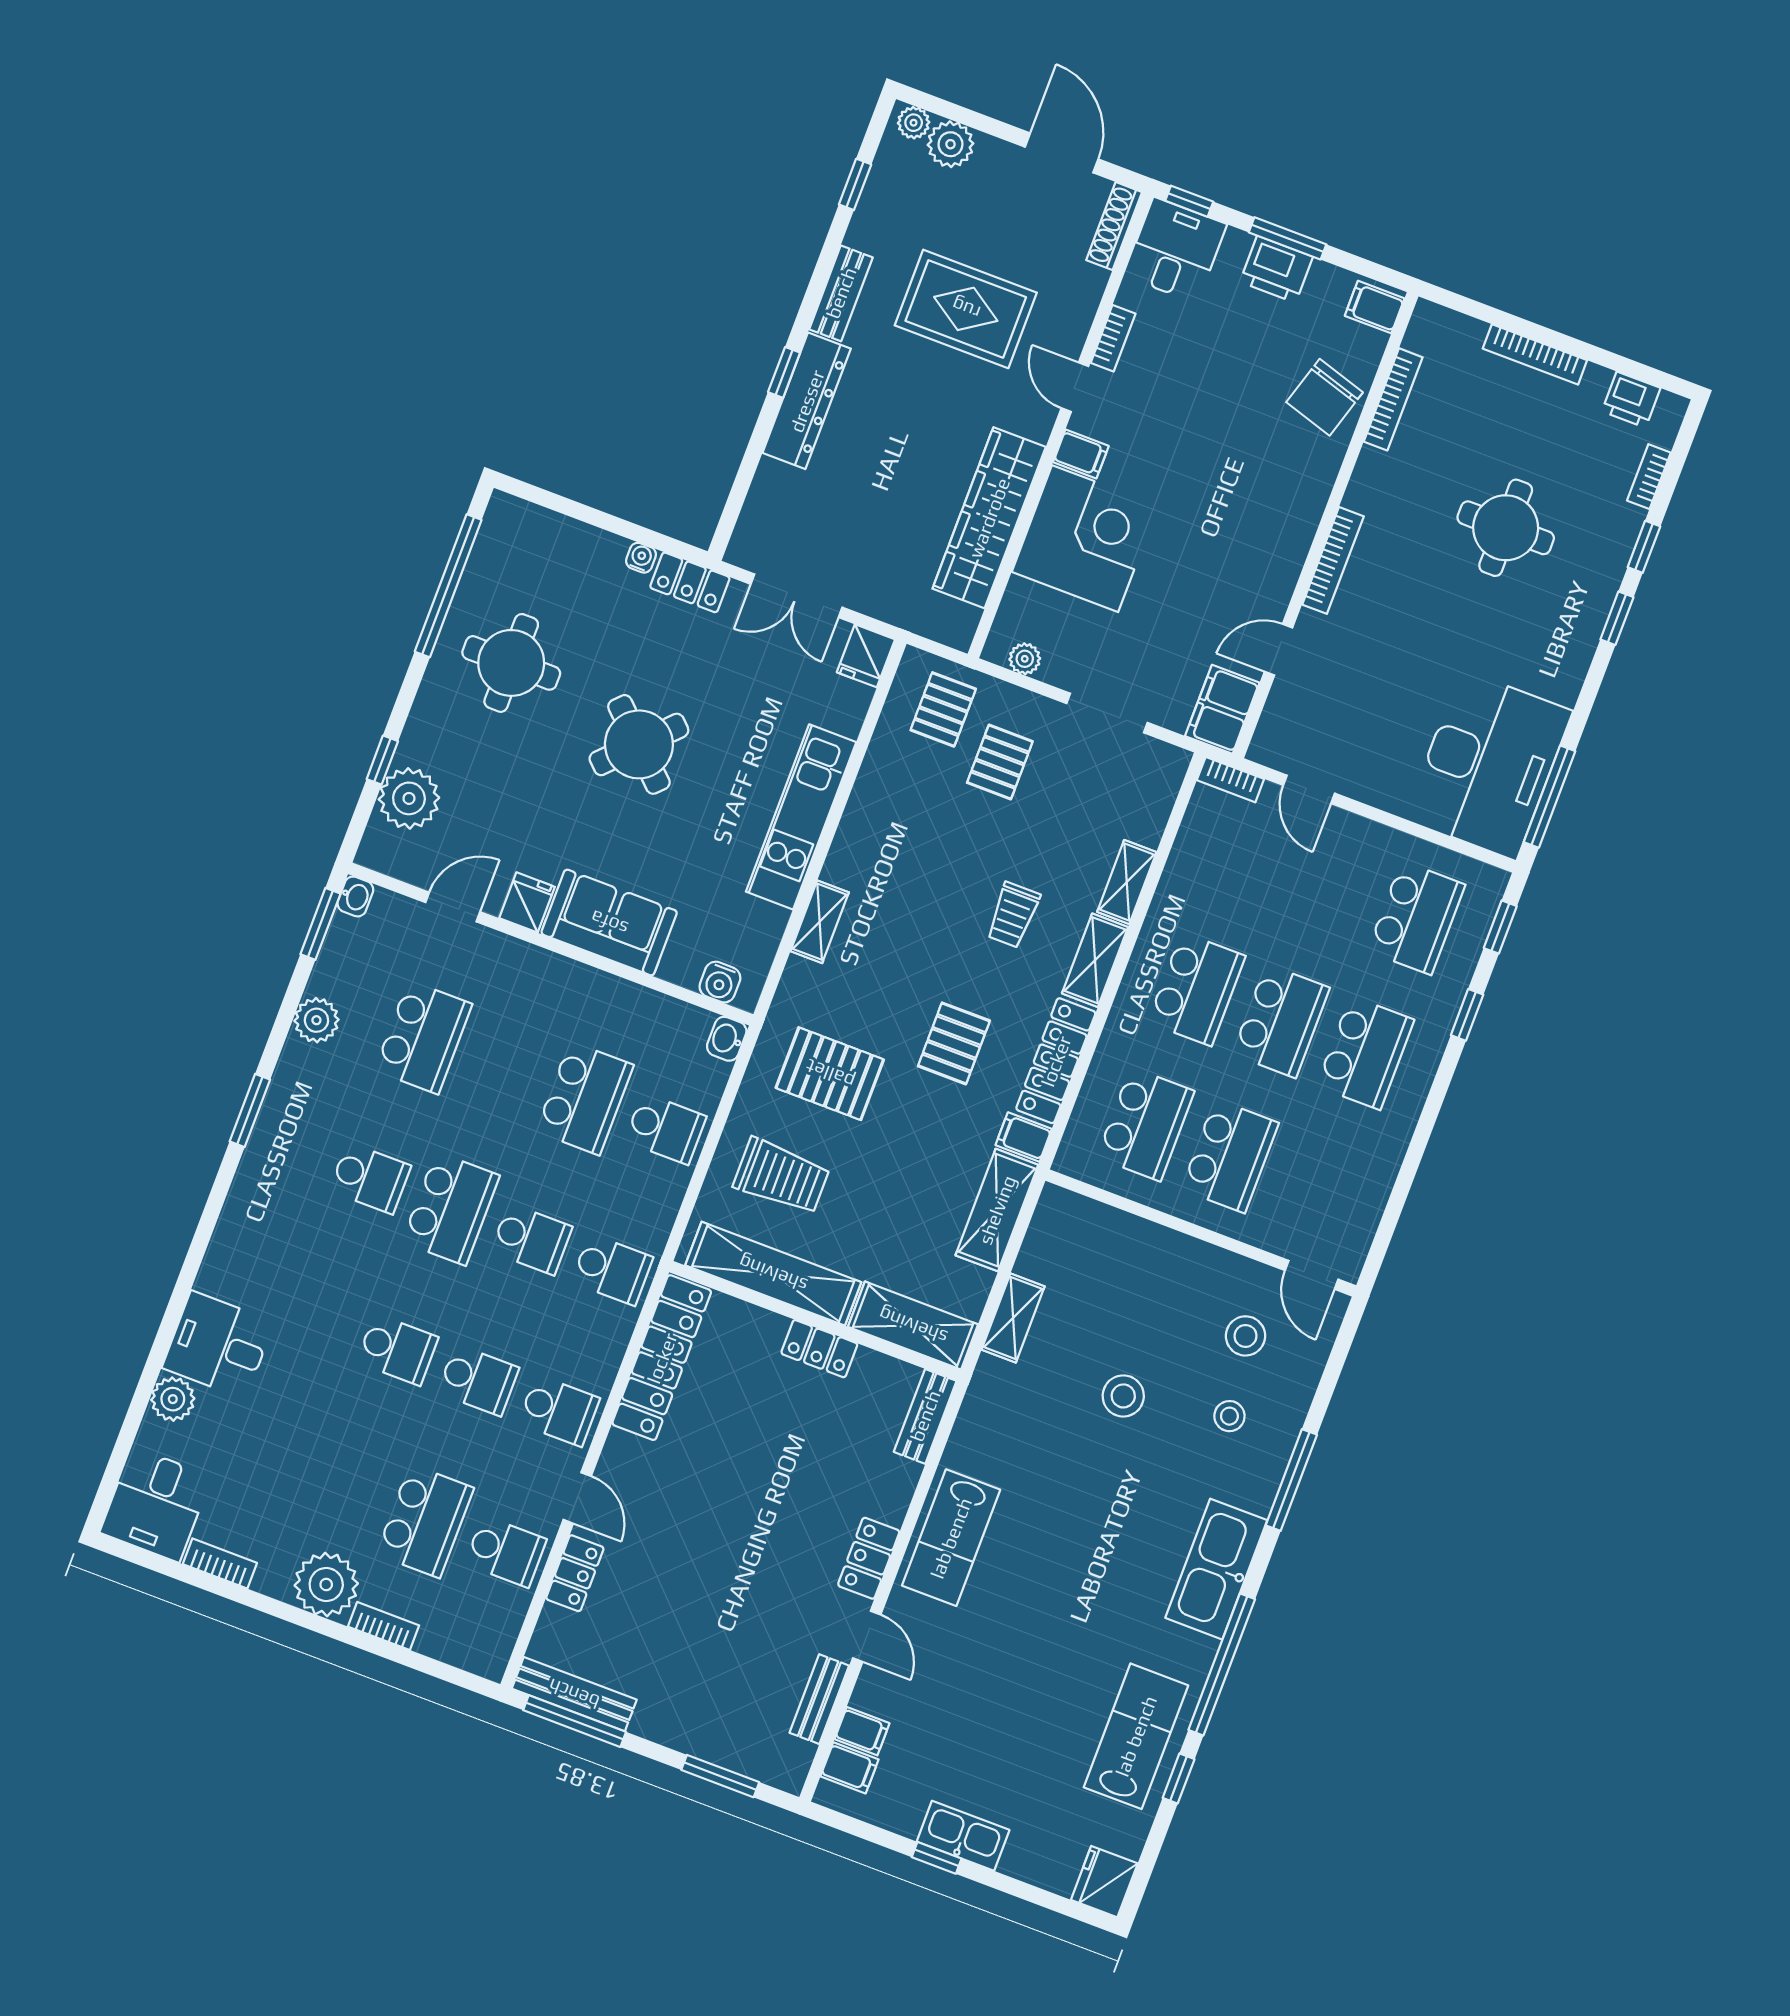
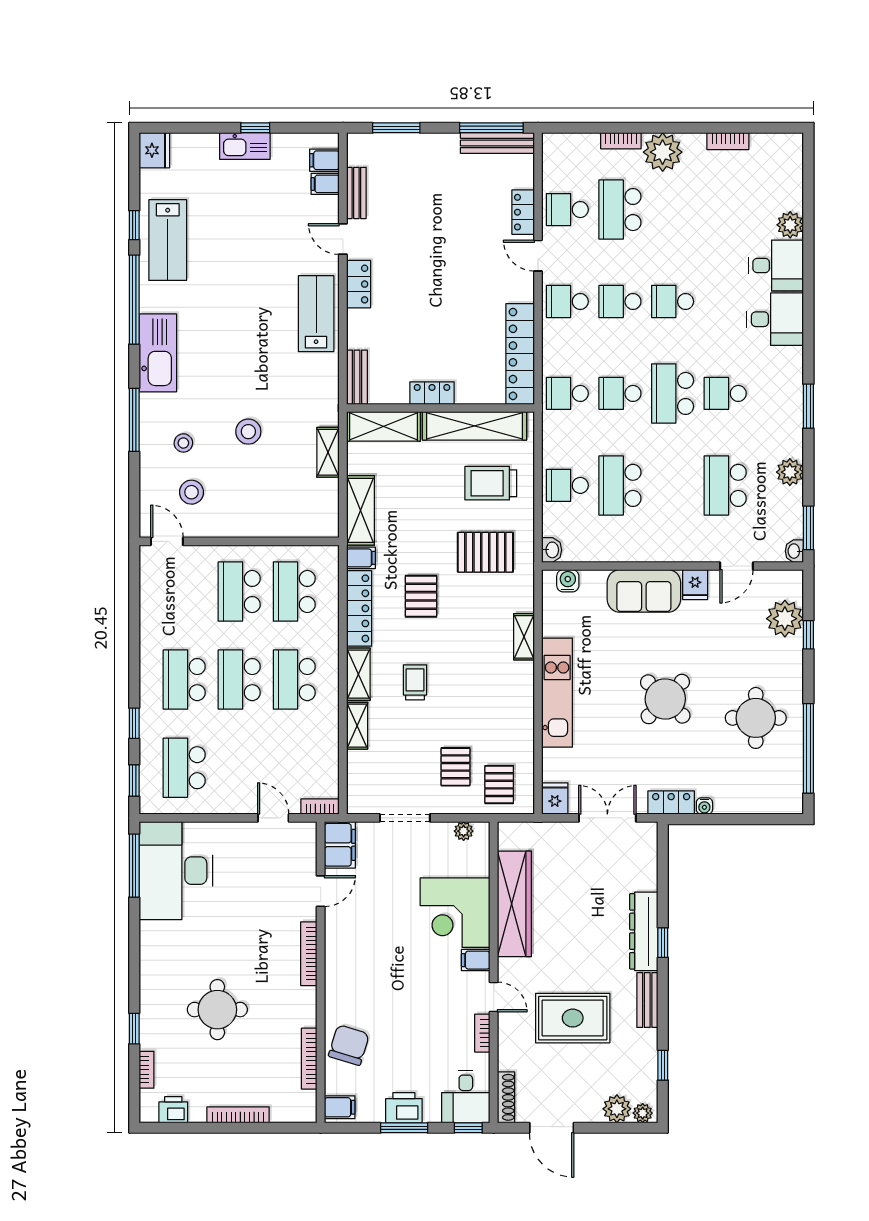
window: (1617, 618) -> (134, 982), removed
desk: (156, 1504) -> (775, 319), moved, turned 90

